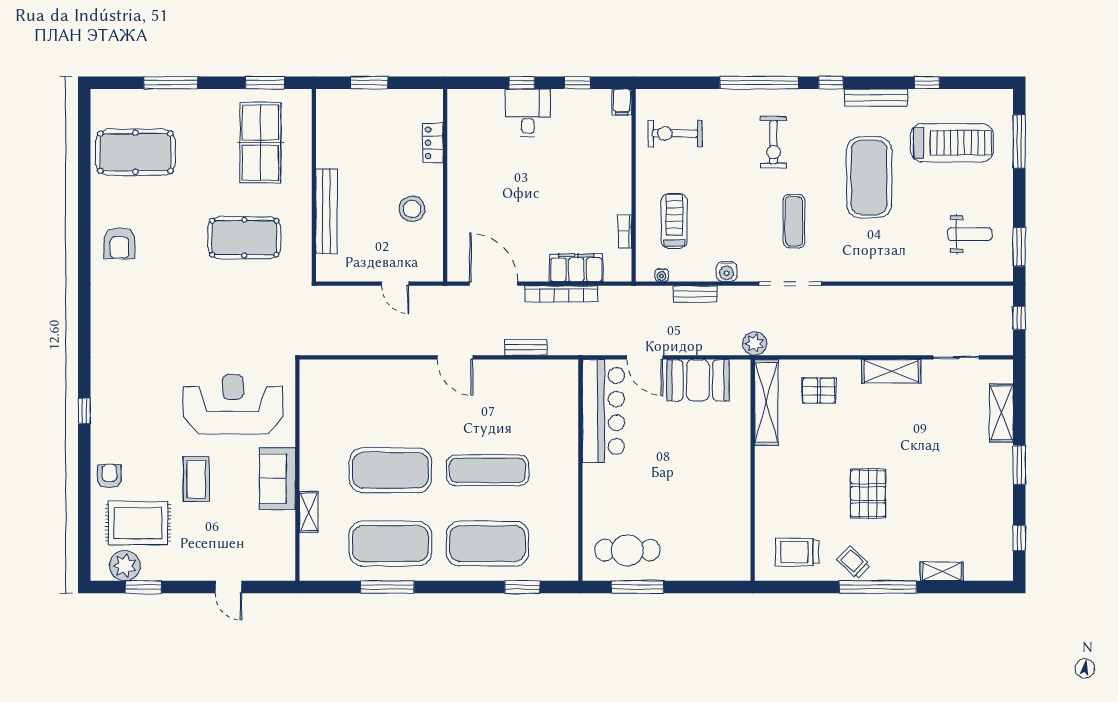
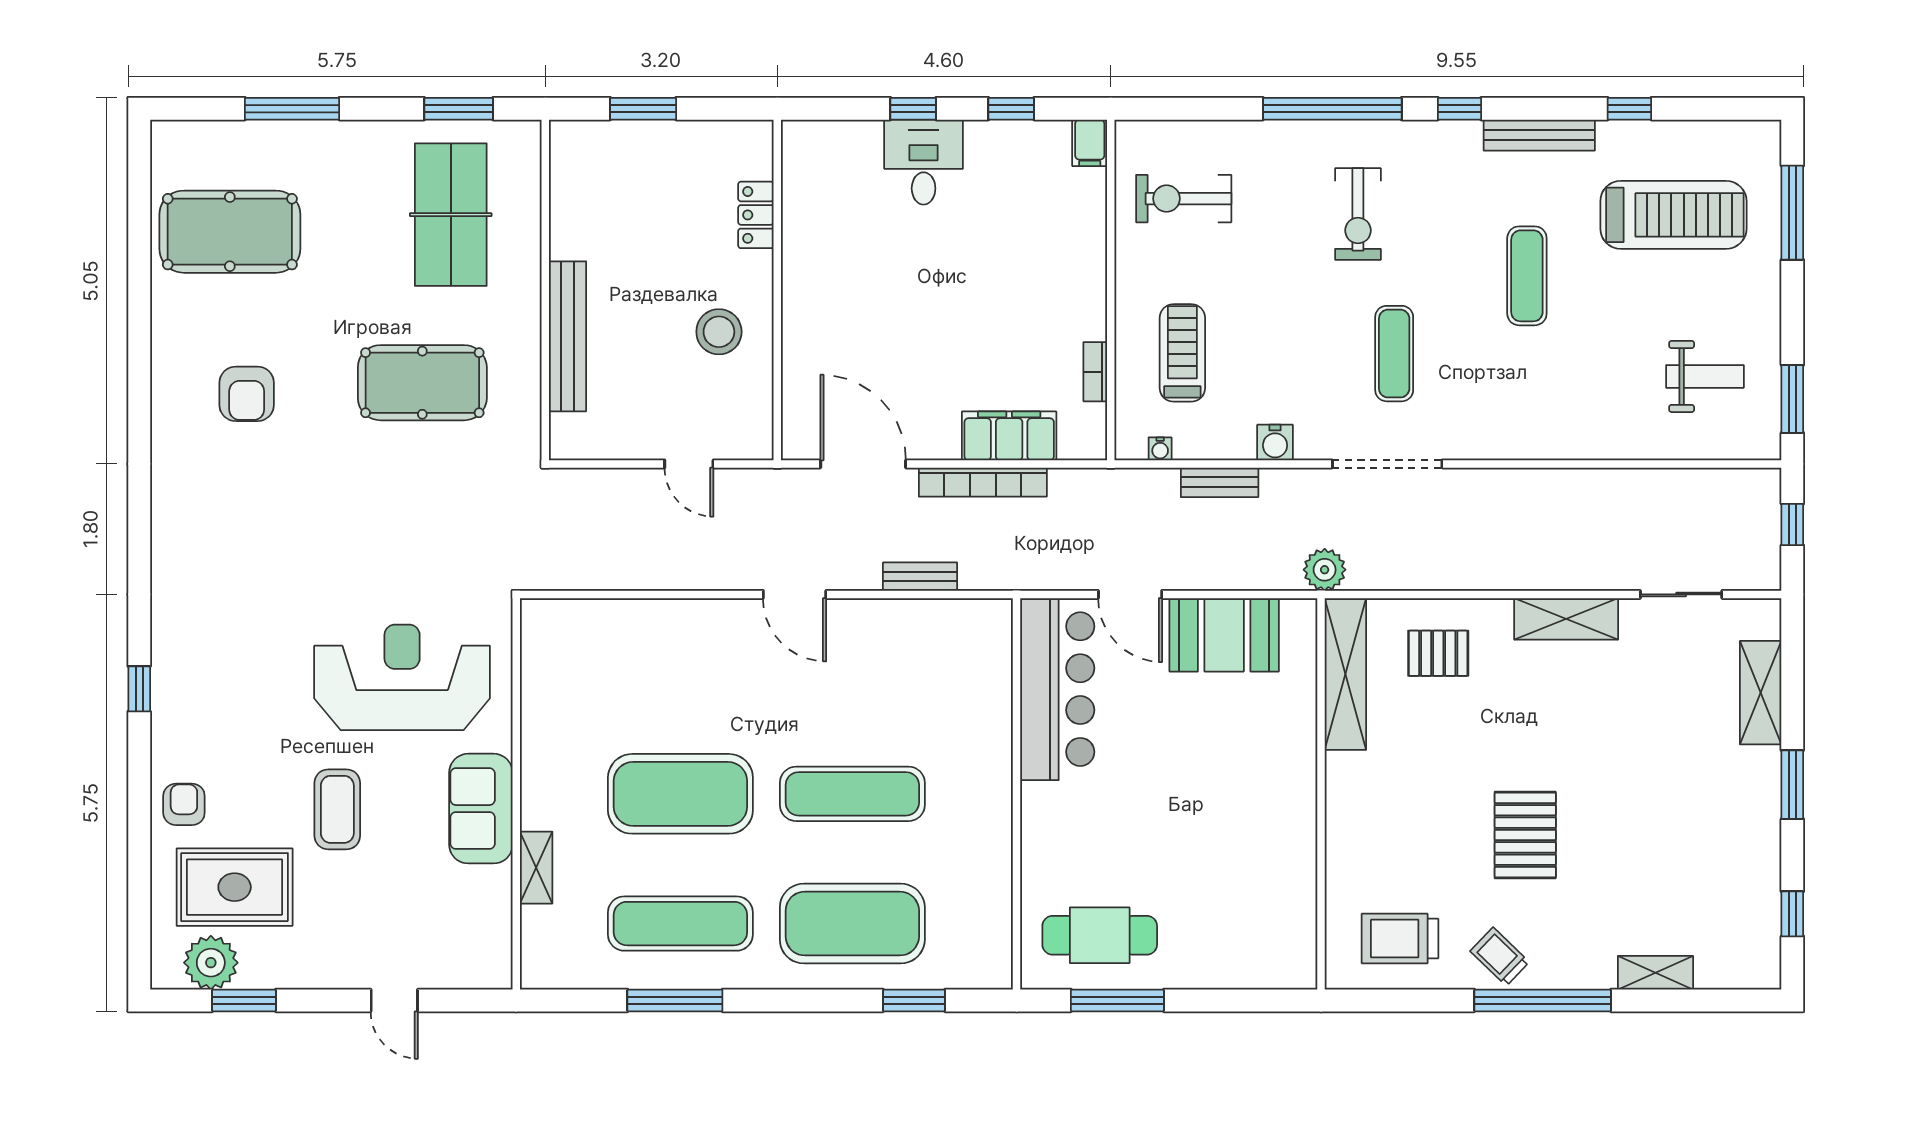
exercise mat: (869, 177) -> (1527, 276), width x0.50, depth x0.69
armchair: (119, 243) -> (247, 394), moved
exercise mat: (390, 544) -> (680, 924), width x0.68

